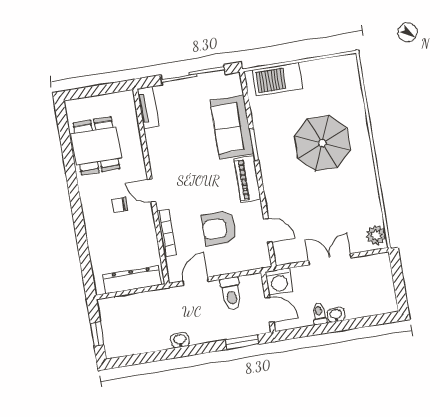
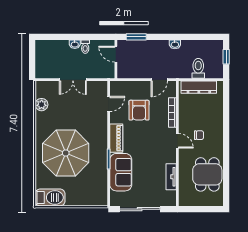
barbecue: (278, 79) -> (50, 197), moved
tv unit: (148, 108) -> (171, 177), moved
parasol: (322, 143) -> (66, 153), width x1.36, depth x1.36
armchair: (219, 228) -> (139, 110), turned 90
door: (268, 230) -> (109, 104), swing flipped
plant: (376, 235) -> (42, 105), moved
washing machine: (279, 282) -> (107, 71), removed
toilet: (231, 293) -> (198, 68), moved

